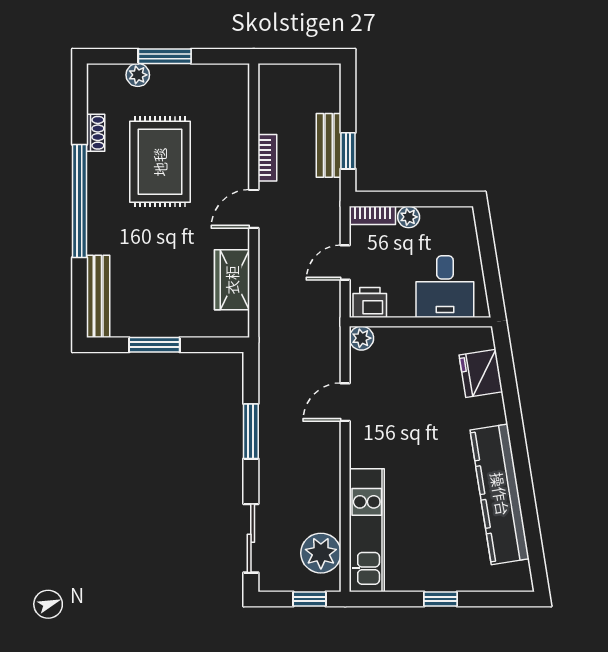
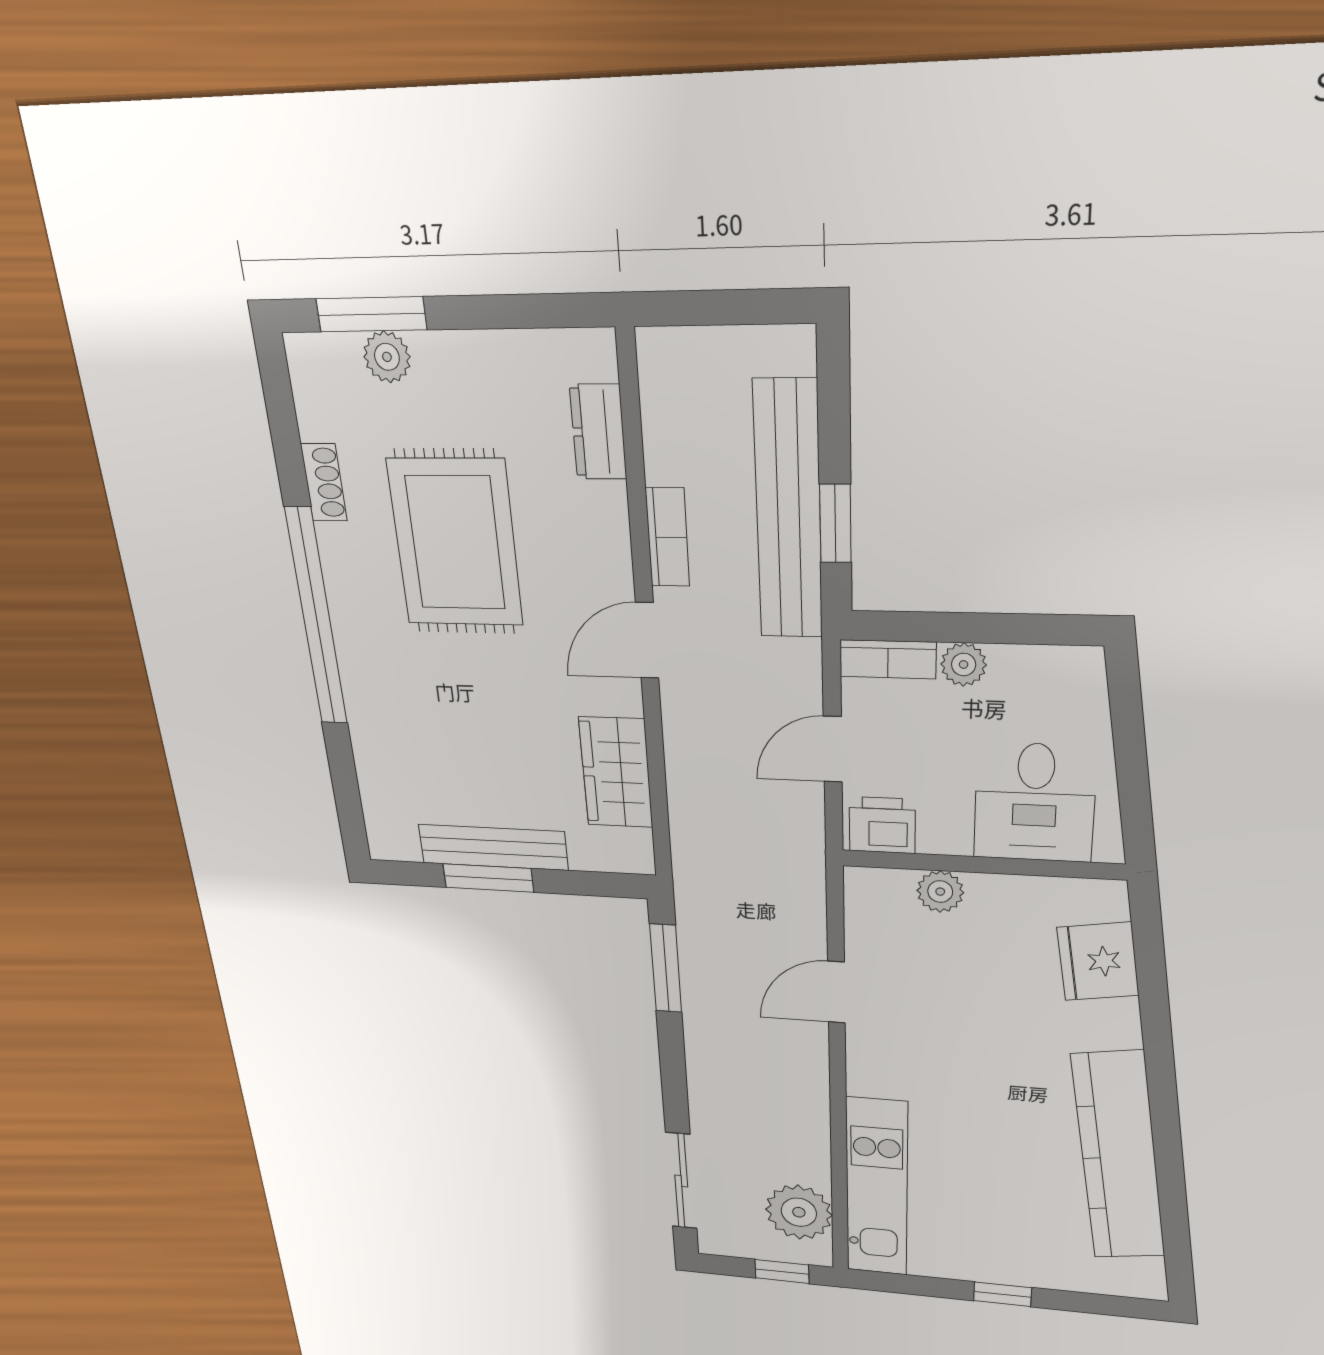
window: (165, 56) -> (371, 314), moved
dresser: (237, 109) -> (598, 432), added
bench: (329, 145) -> (788, 512), width x1.86, depth x1.21
bench: (98, 296) -> (493, 847), moved, turned 90
plant: (361, 338) -> (940, 892), moved
window: (251, 431) -> (666, 969), moved

